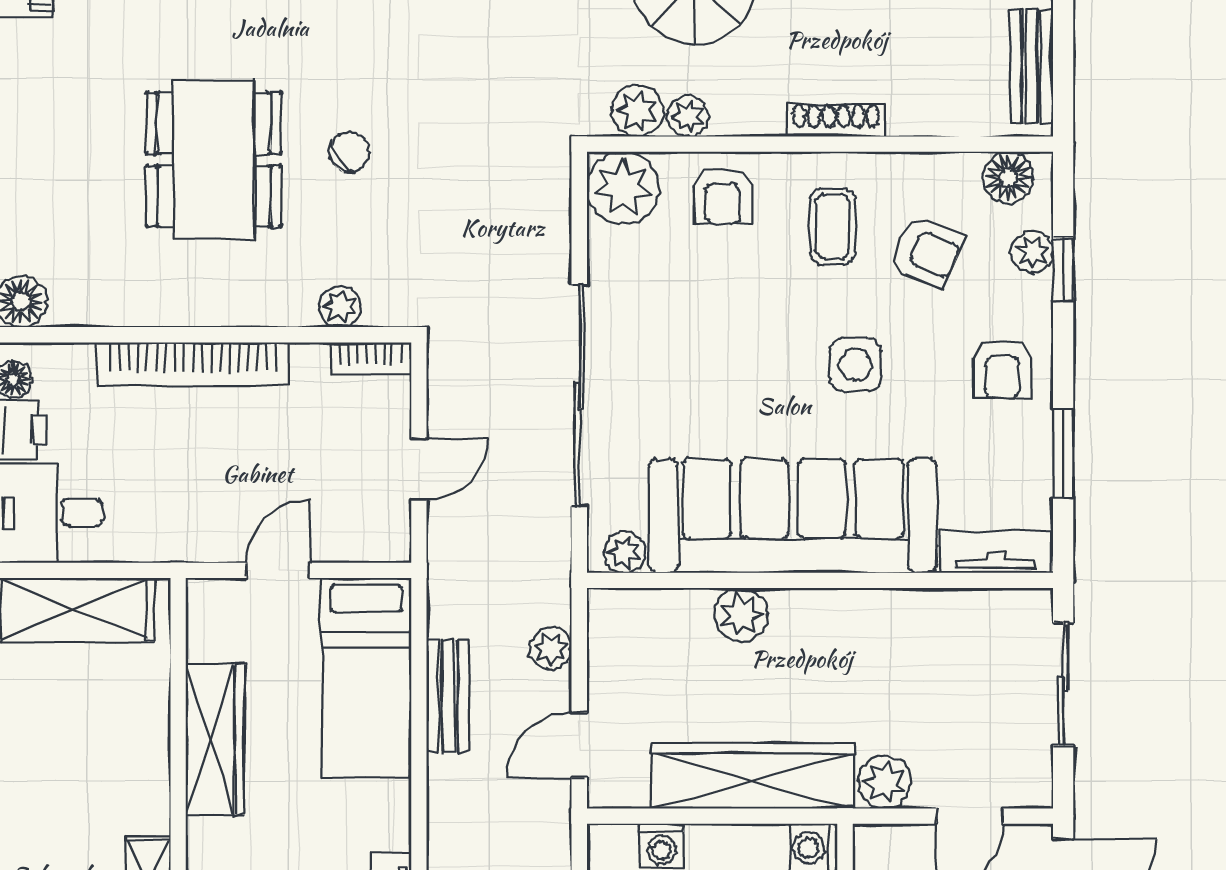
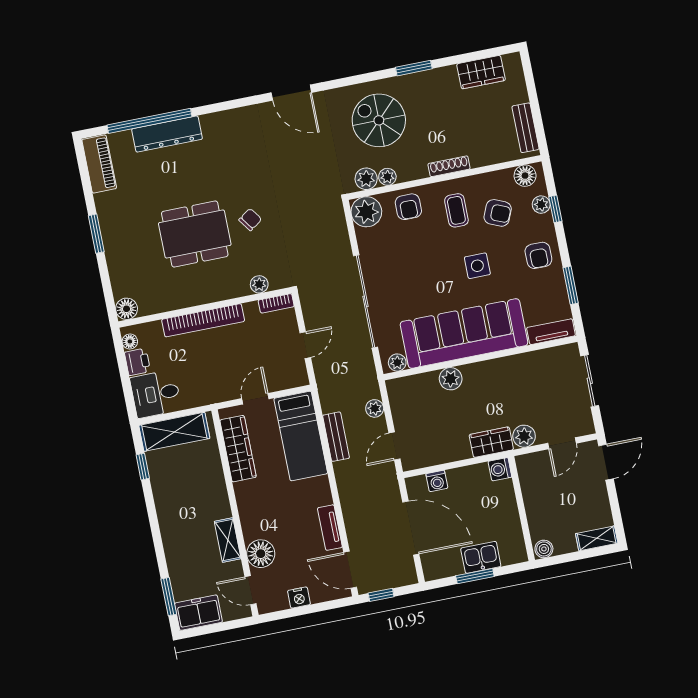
dining table: (214, 160) -> (195, 234), turned 90
wardrobe: (215, 739) -> (238, 449), moved
wardrobe: (753, 776) -> (491, 442), width x0.48, depth x0.85

